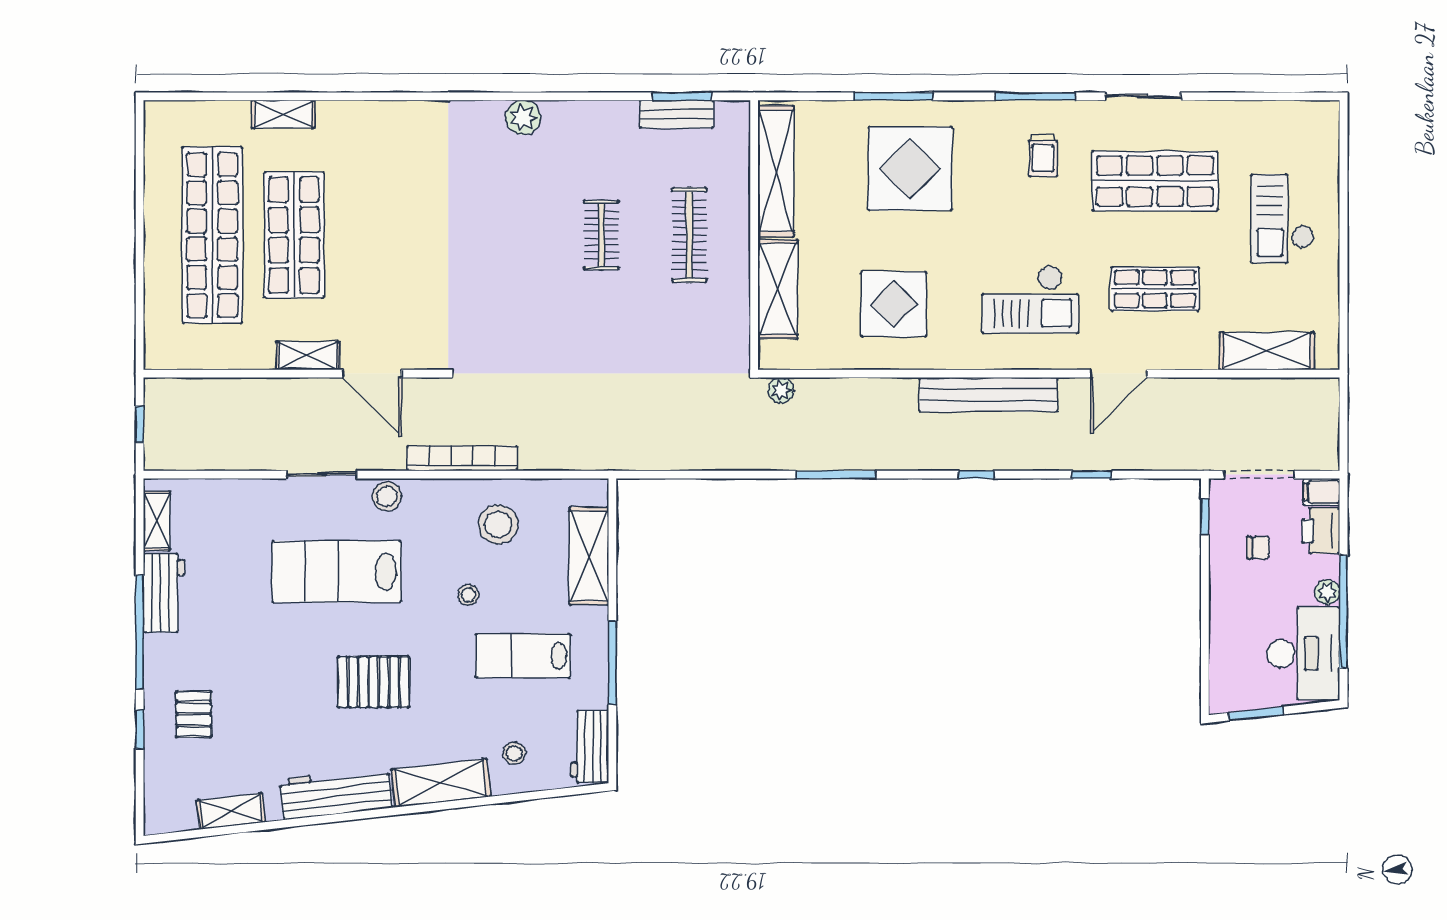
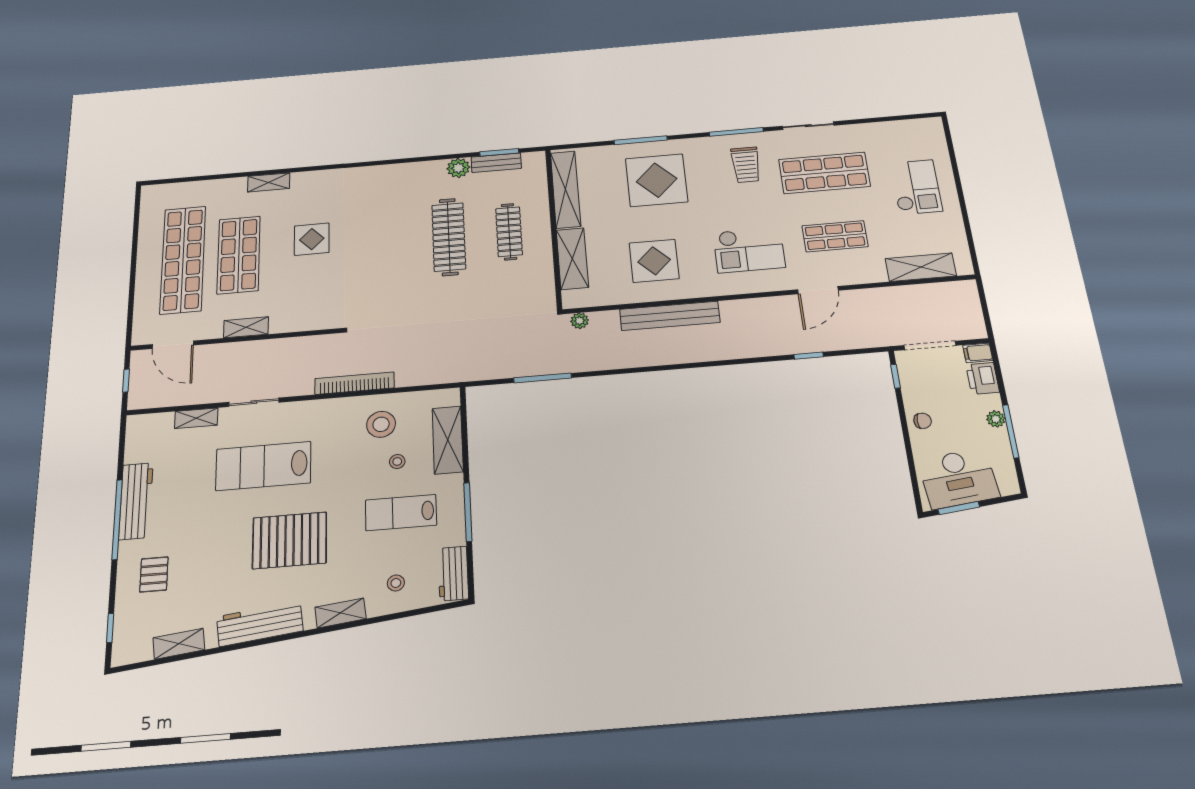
shelving: (283, 114) -> (269, 182), moved
plant: (523, 118) -> (458, 168), moved
trolley: (1043, 155) -> (746, 165), width x1.36, depth x1.39
display table: (401, 219) -> (312, 239), added
checkout: (1283, 219) -> (916, 187), turned 180
clothes rail: (601, 235) -> (449, 237), width x1.86, depth x1.31
door: (372, 374) -> (173, 345), moved
bench: (988, 395) -> (670, 316), moved
window: (836, 475) -> (543, 378), moved
window: (976, 475) -> (725, 363), removed
stool: (387, 496) -> (301, 412), removed
shelving: (157, 521) -> (196, 418), moved, turned 90
chair: (1258, 548) -> (923, 421), moved
workbench: (164, 593) -> (136, 501), width x1.38
stool: (468, 595) -> (397, 462), moved
window: (1343, 612) -> (1011, 431), width x0.68
desk: (1303, 653) -> (958, 478), moved, turned 84
pallet: (374, 682) -> (290, 540), width x1.37, depth x1.41
window: (140, 729) -> (110, 628), moved
shelving: (441, 783) -> (340, 613), width x0.67, depth x0.75

